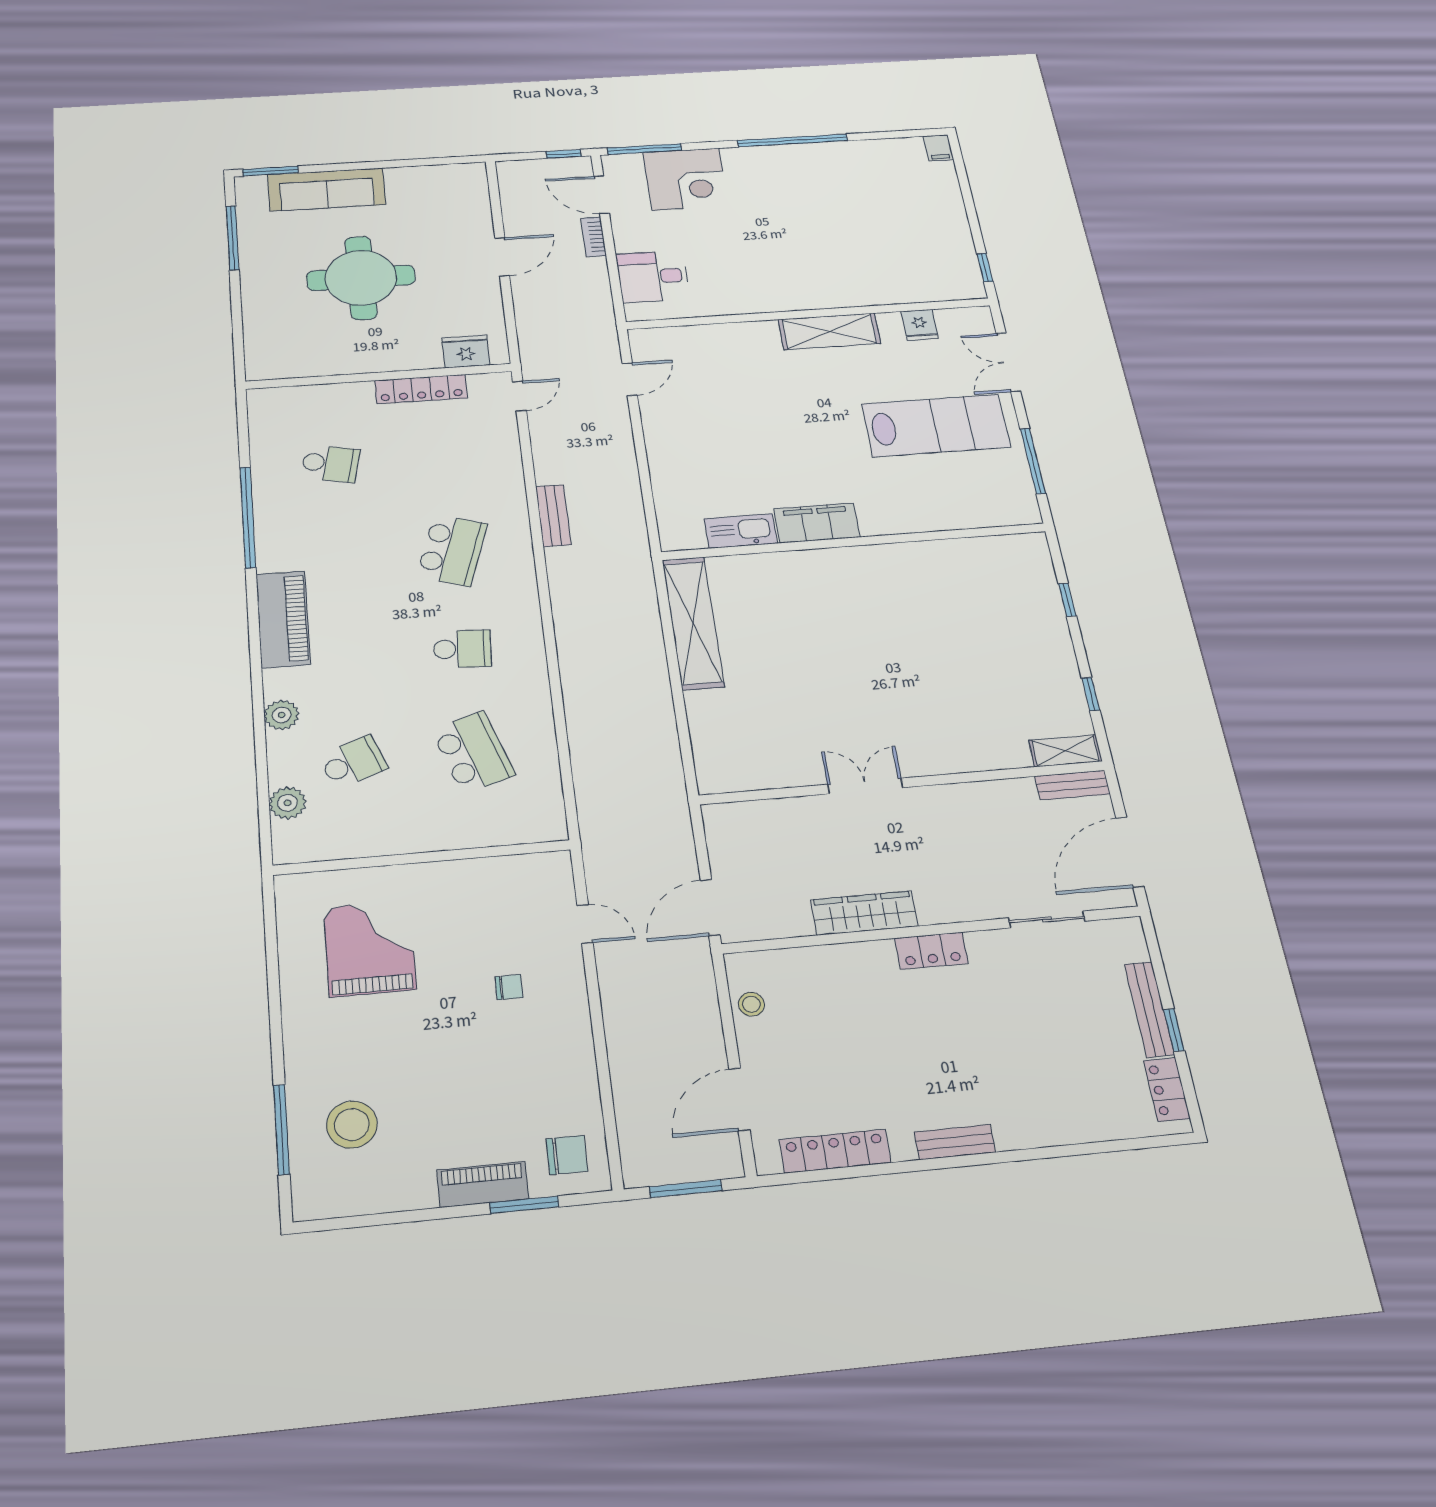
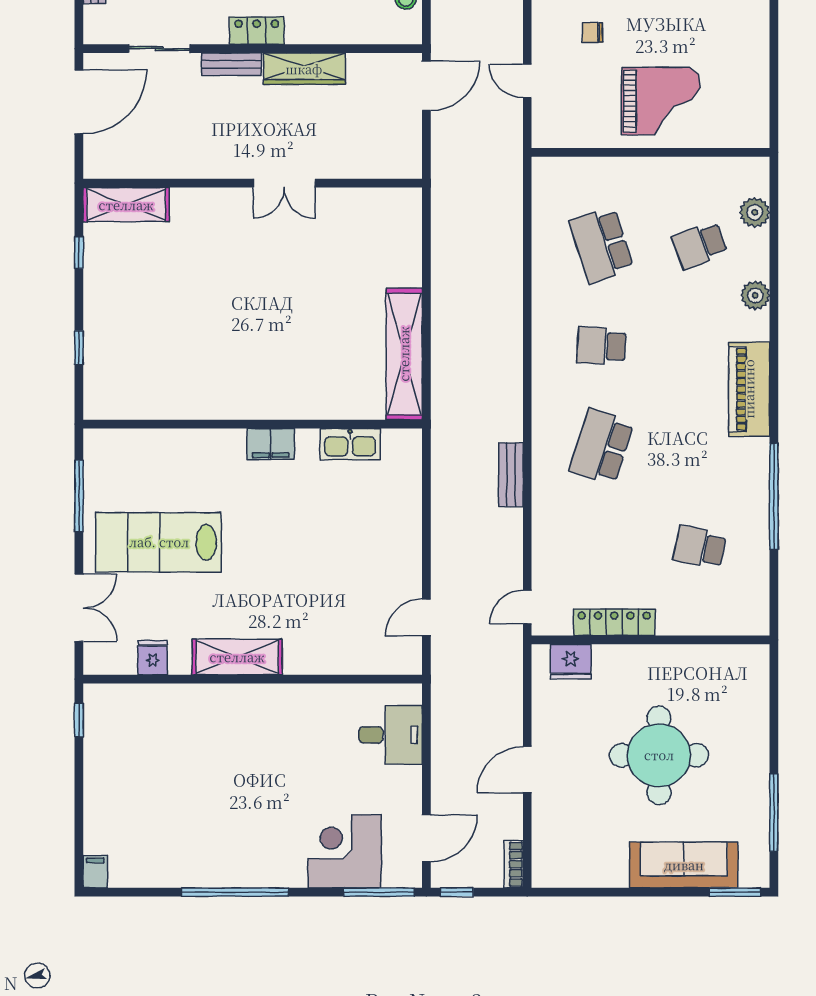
door: (602, 195) -> (426, 838), hinge flipped
bookcase: (593, 237) -> (514, 864), moved, turned 180
filing cabinet: (817, 523) -> (271, 444), width x0.67, depth x0.86
shelving: (1065, 751) -> (126, 205), width x1.50, depth x1.33
bench: (1072, 785) -> (232, 64), moved
grand piano: (370, 948) -> (661, 101), moved, turned -90

